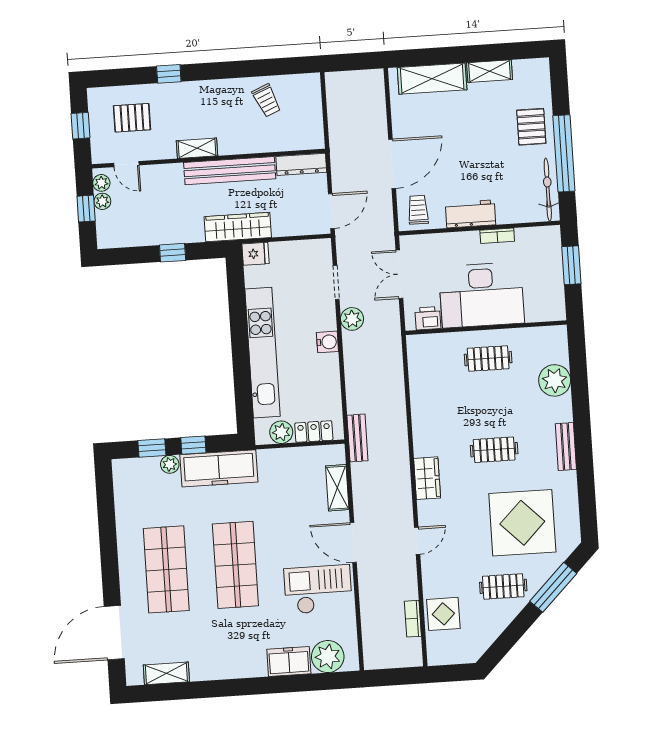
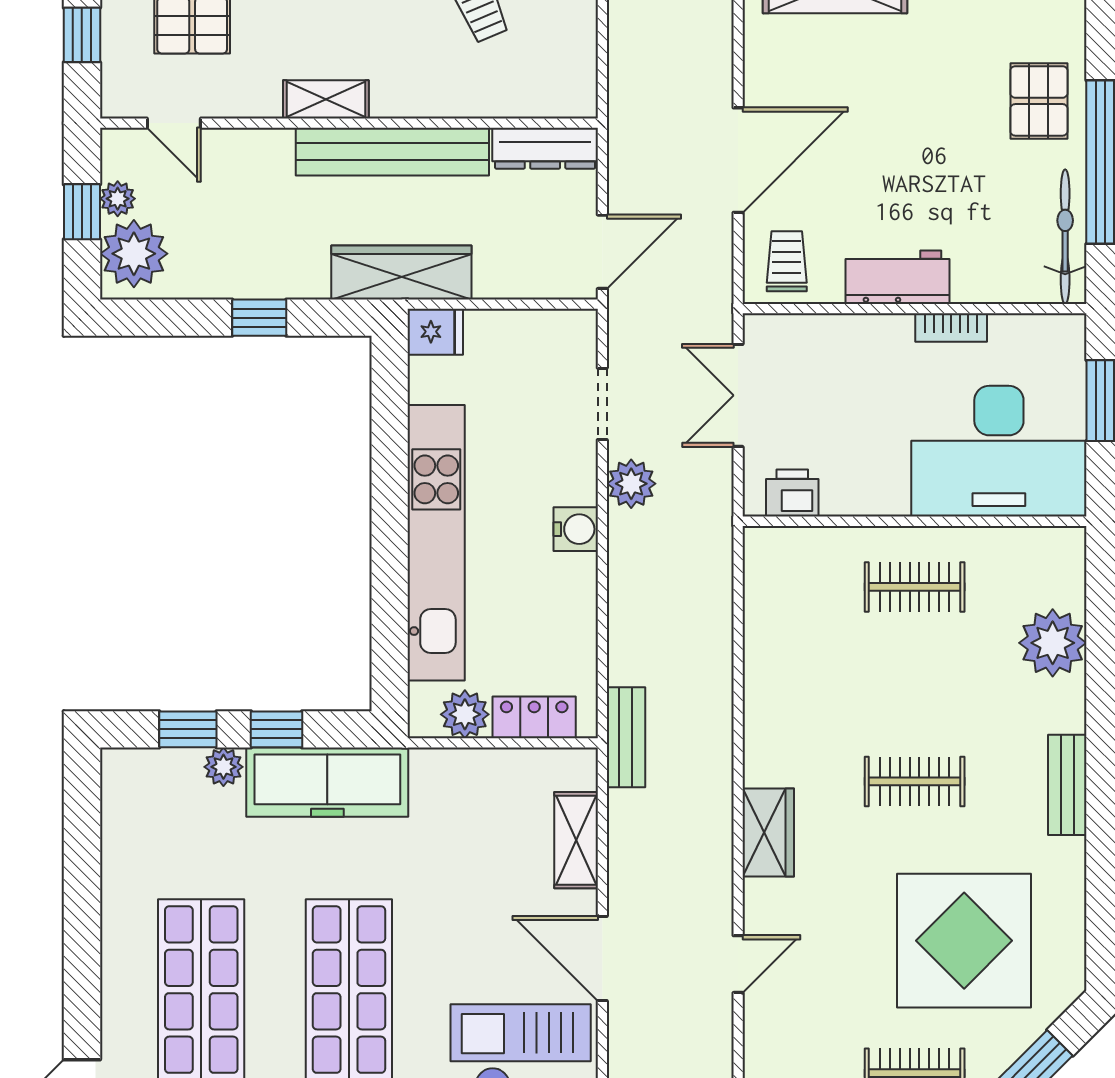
plant: (101, 183) -> (134, 254), moved, width x1.88, depth x1.88
desk: (482, 295) -> (999, 451), moved

